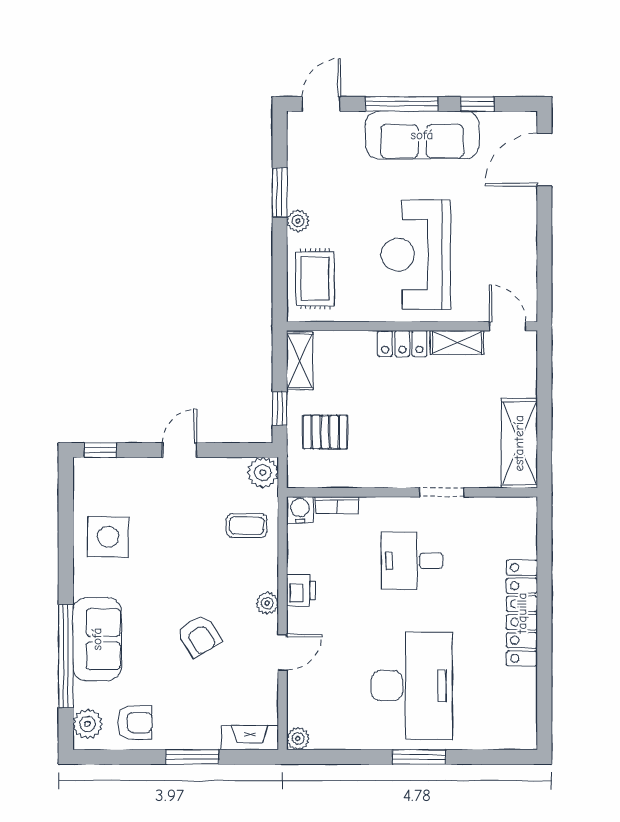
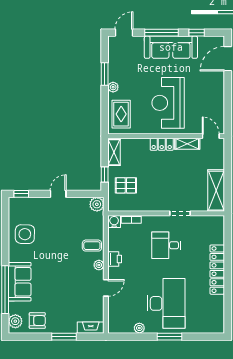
coffee table: (247, 526) -> (92, 246), moved
armchair: (199, 636) -> (67, 280), removed
plant: (298, 739) -> (139, 328), moved

